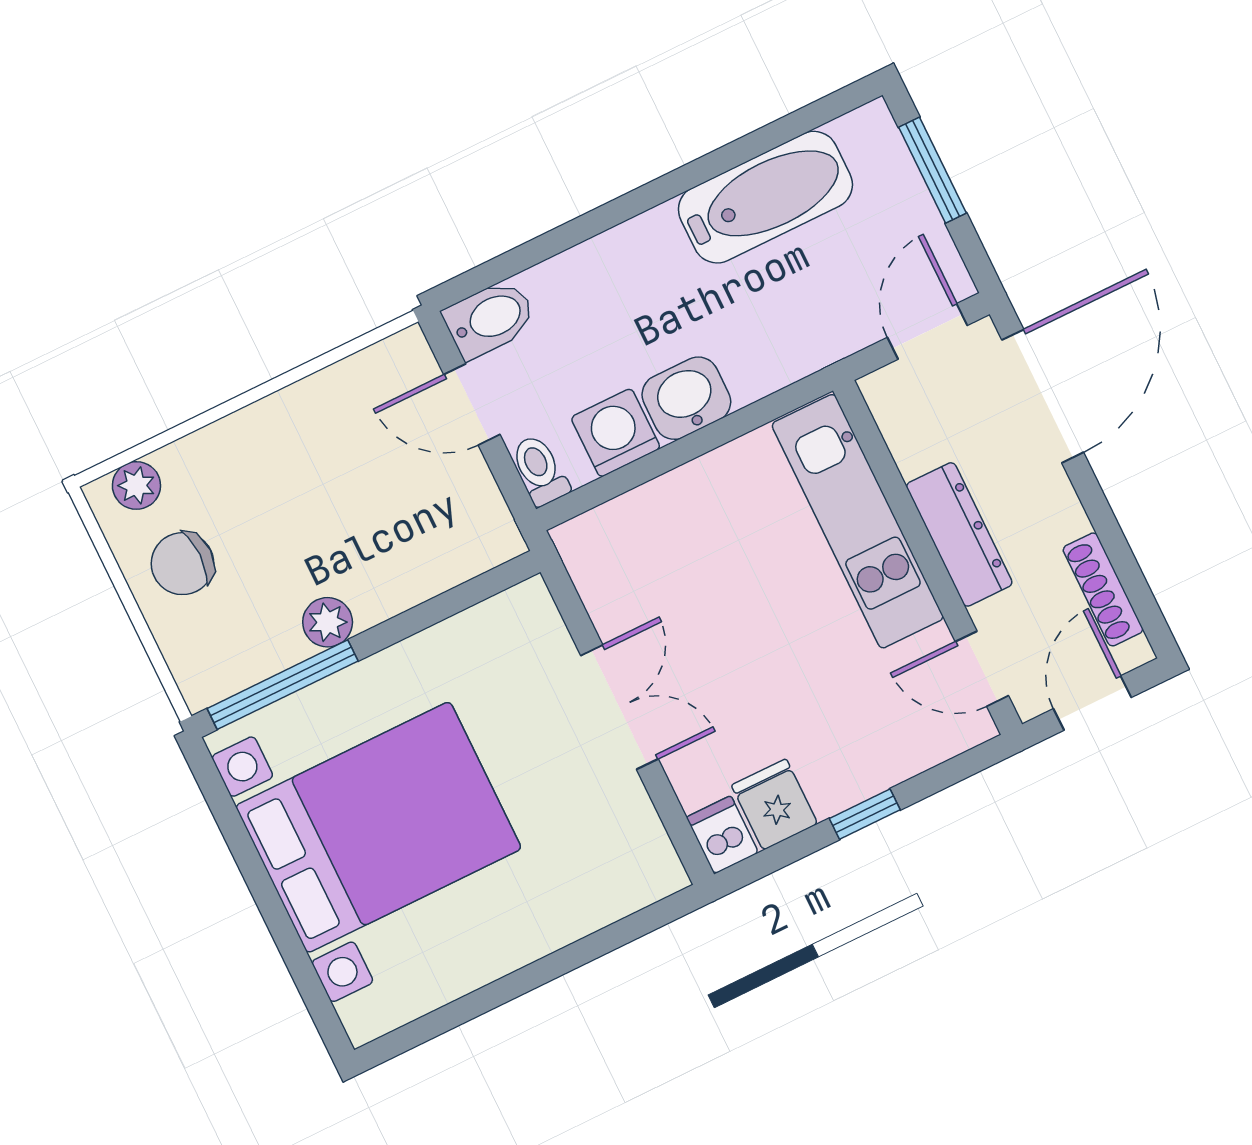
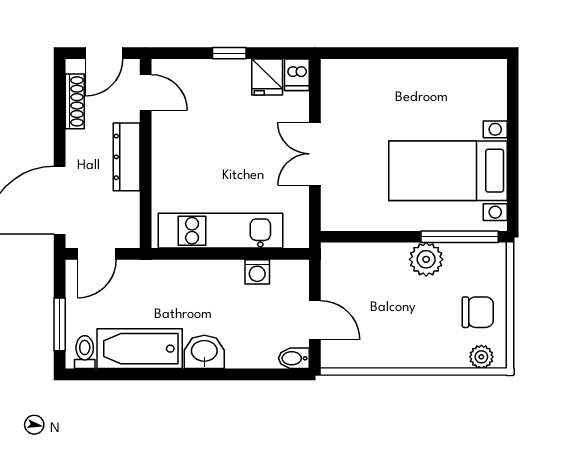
bidet: (490, 319) -> (294, 358), width x0.72, depth x0.74
washbasin: (686, 398) -> (204, 352), moved, turned 180
washing machine: (616, 433) -> (257, 272), width x0.73, depth x0.73
toilet: (540, 470) -> (85, 352), moved, turned 180
kitchen unit: (858, 521) -> (221, 231), moved, turned -90
plant: (328, 622) -> (426, 259), width x1.38, depth x1.38
bed with nightstands: (378, 827) -> (448, 171), width x0.73

